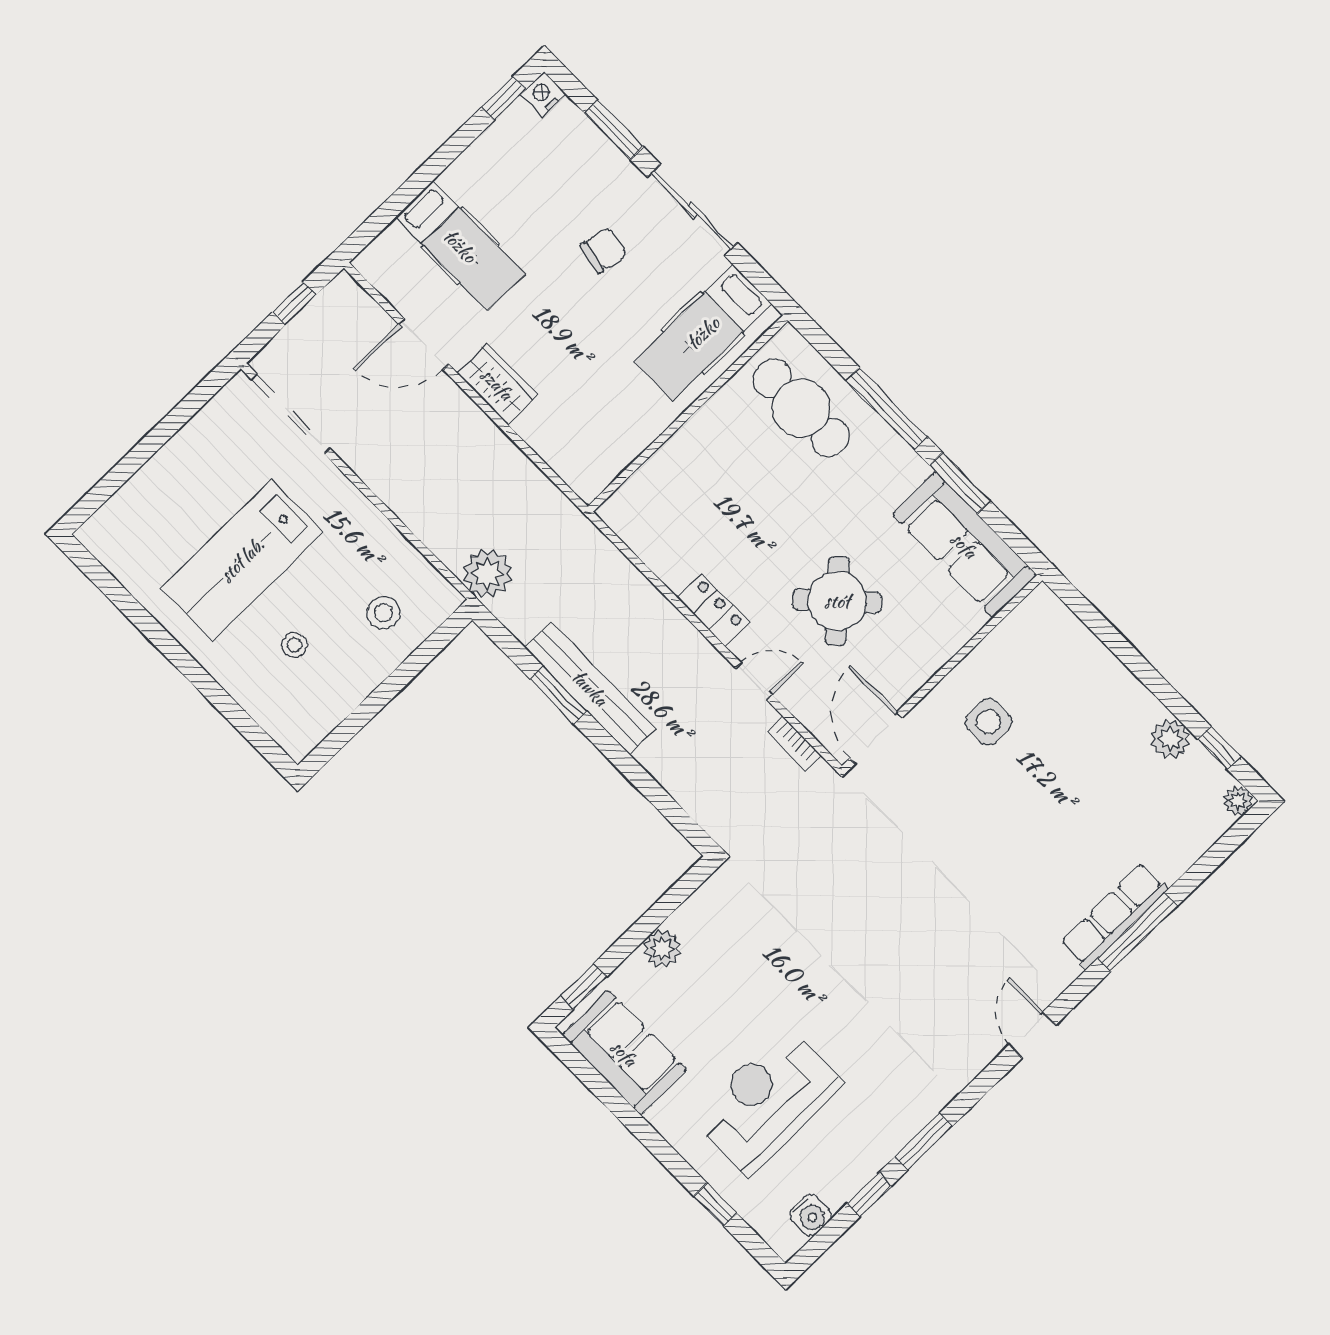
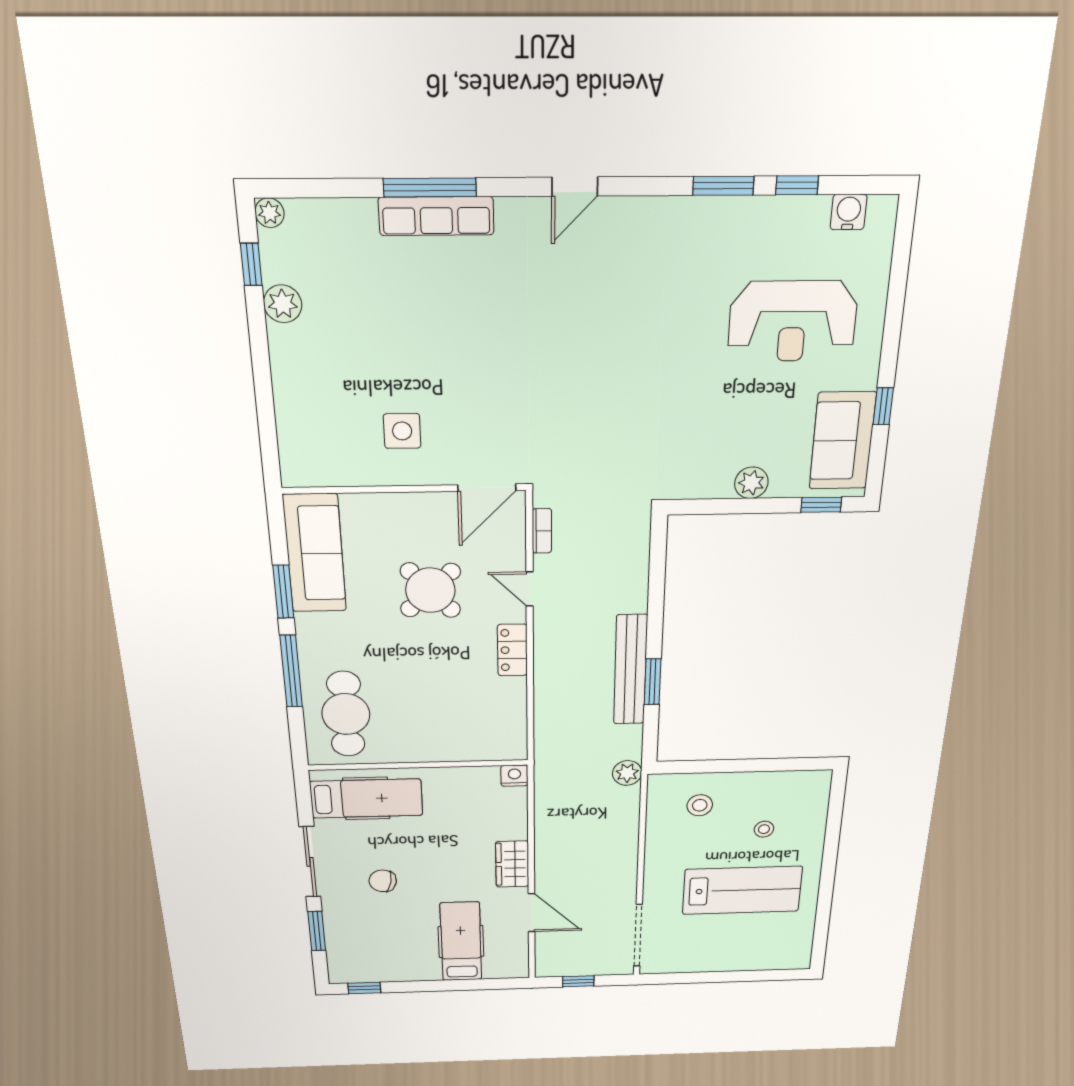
nightstand: (543, 94) -> (514, 776), moved, turned 180
plant: (487, 574) -> (627, 773), width x0.73, depth x0.73
window: (715, 1205) -> (883, 406), moved

